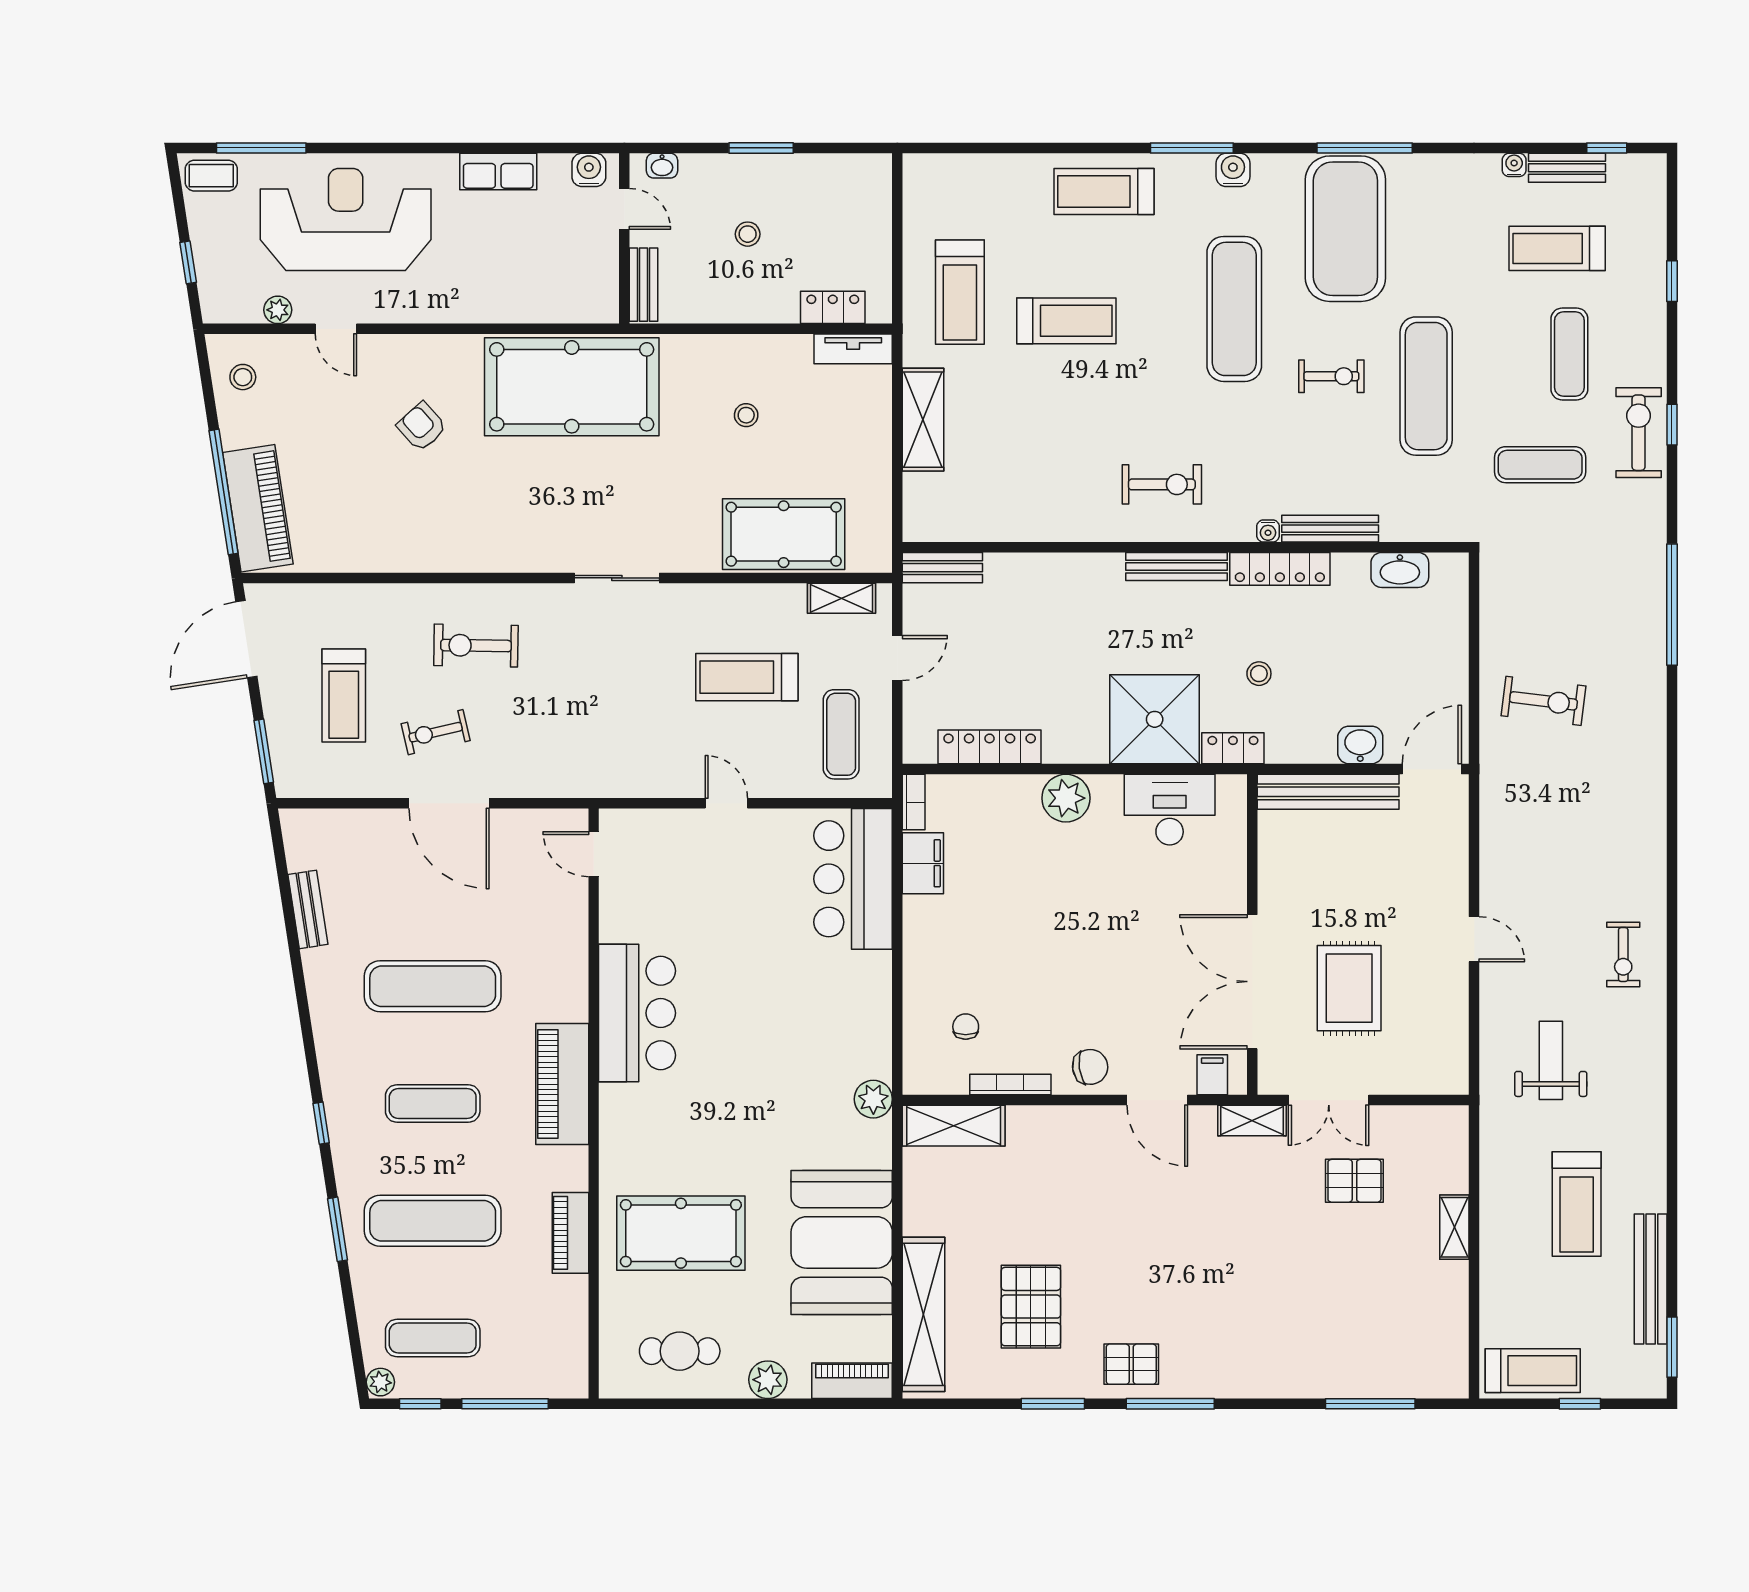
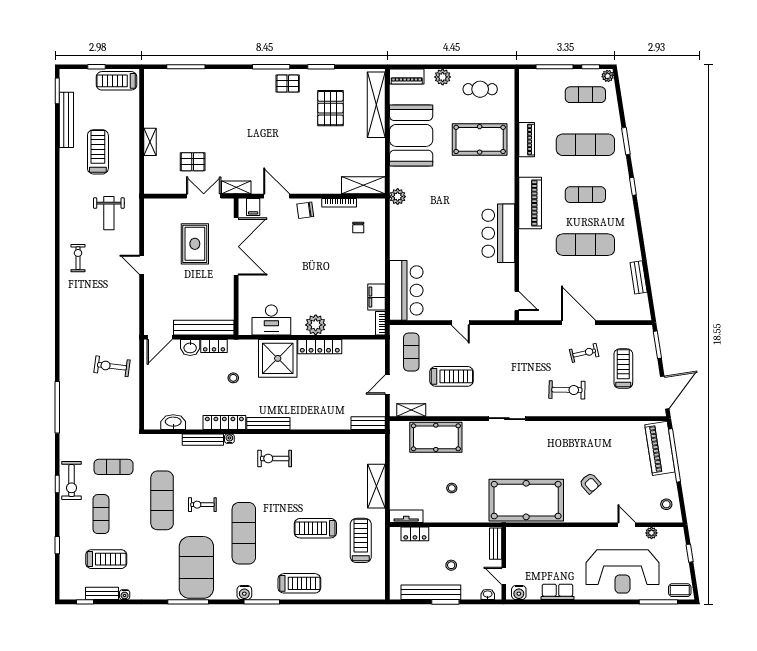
bench: (795, 170) -> (431, 592), added
locker: (990, 747) -> (320, 347), moved
locker: (1233, 748) -> (214, 346), moved

